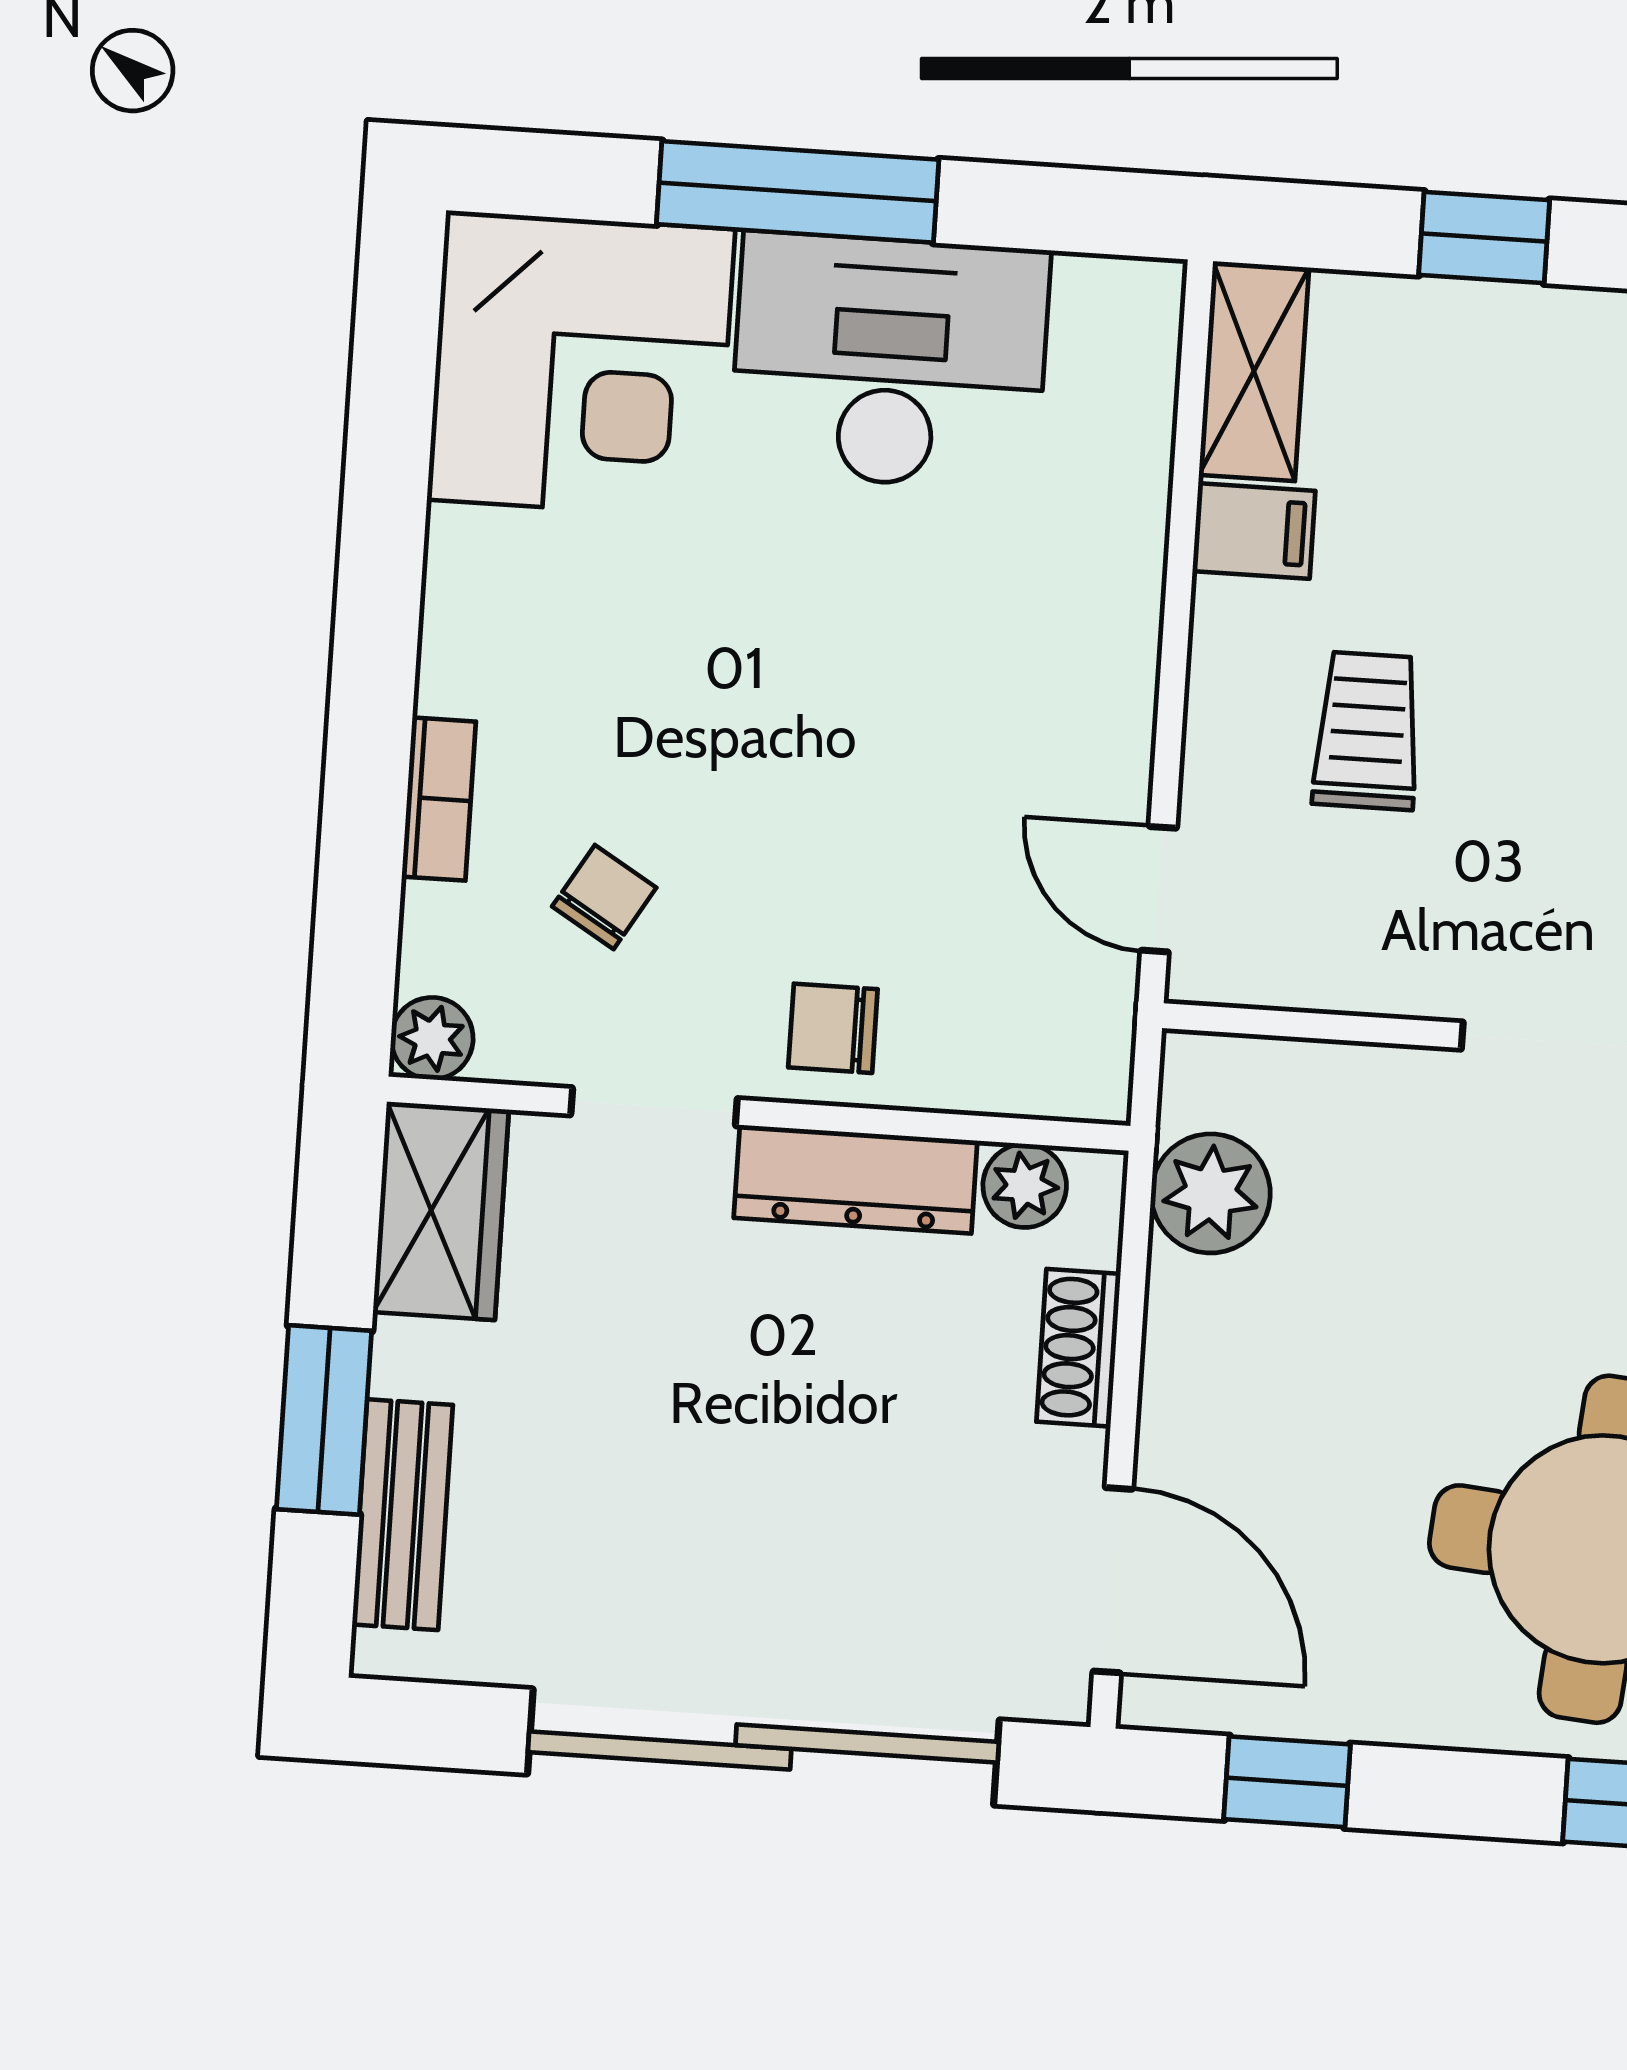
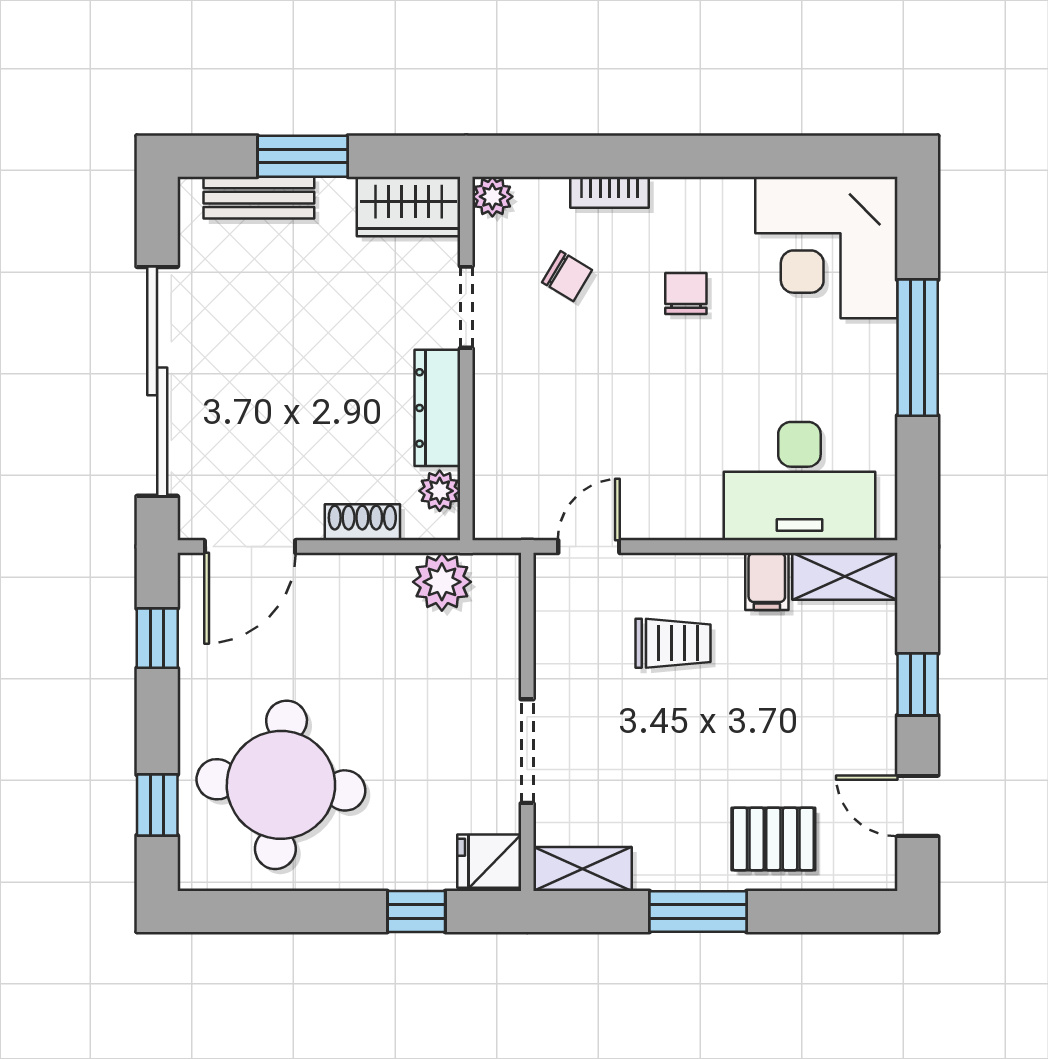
desk: (890, 361) -> (799, 481), moved, turned 90
chair: (833, 1028) -> (686, 294), moved

